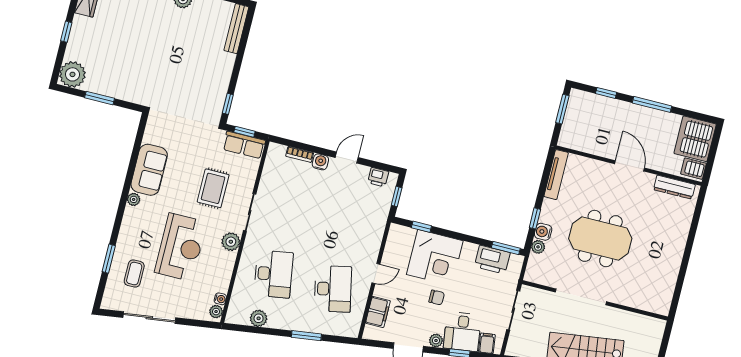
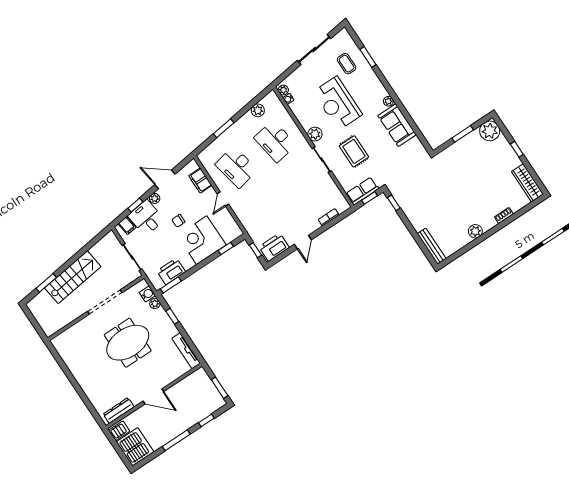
water cooler: (320, 162) -> (314, 225), removed
printer: (378, 177) -> (274, 247), width x1.87, depth x1.48
water cooler: (543, 232) -> (147, 294), moved

